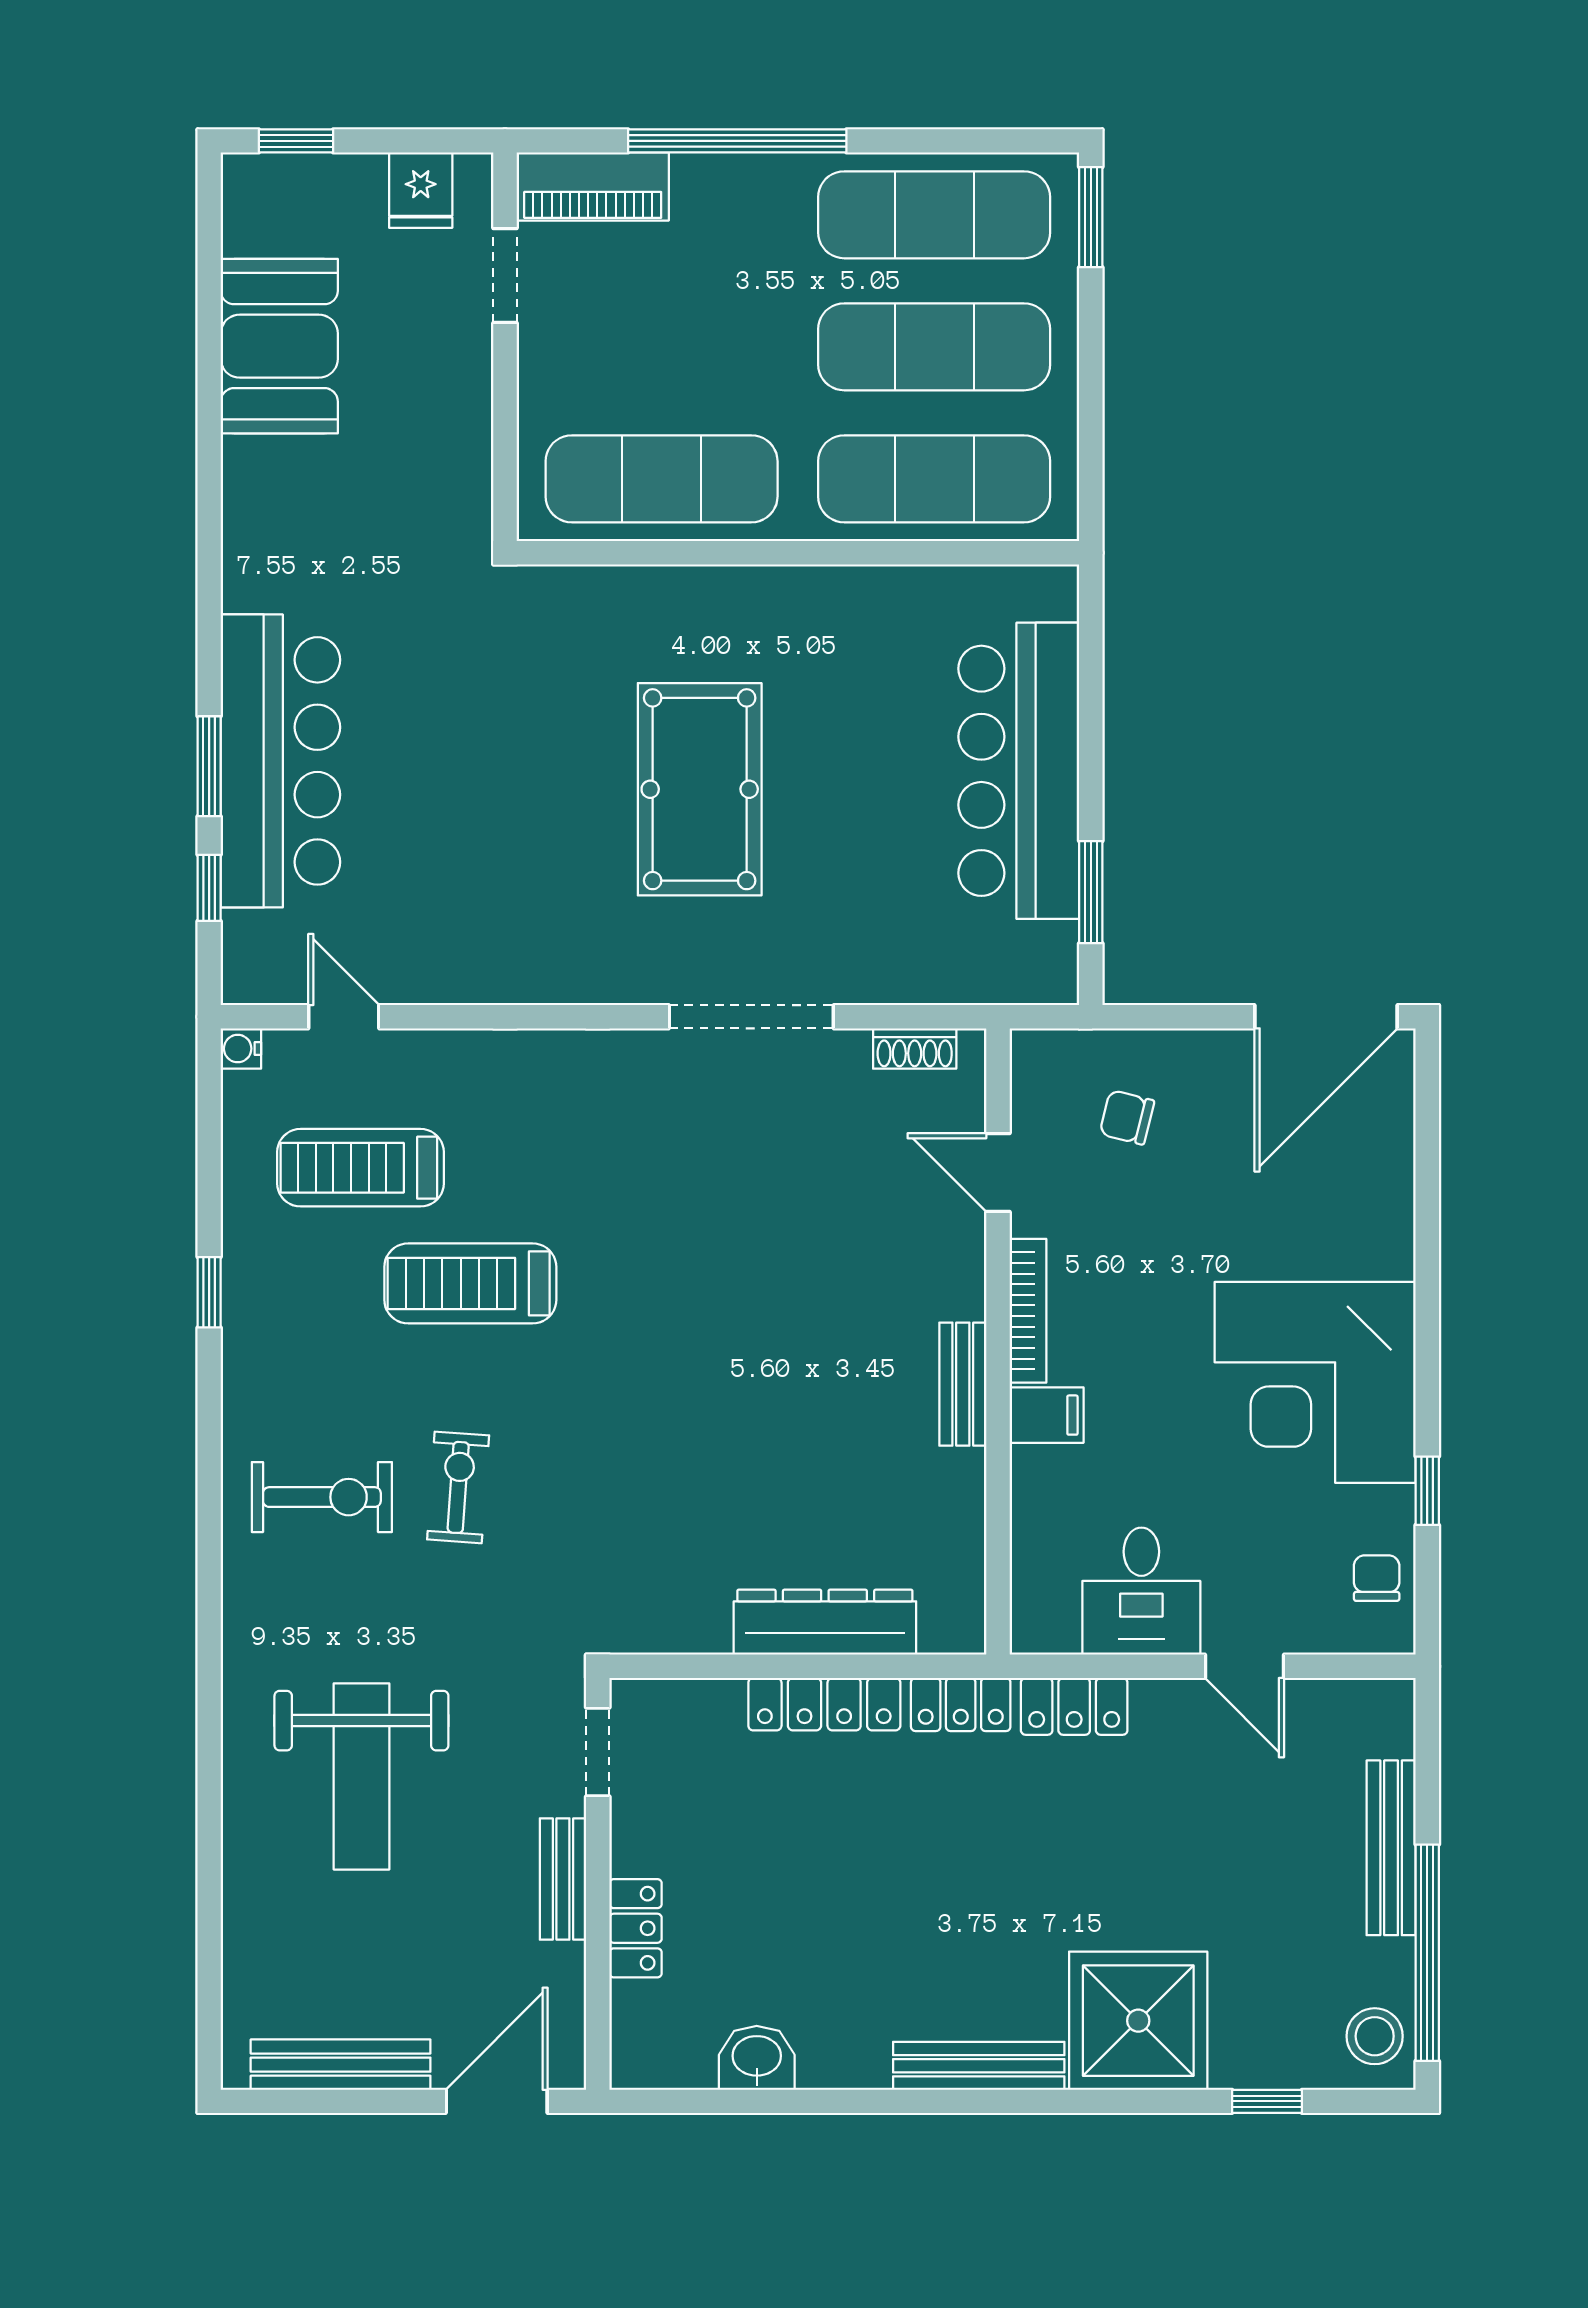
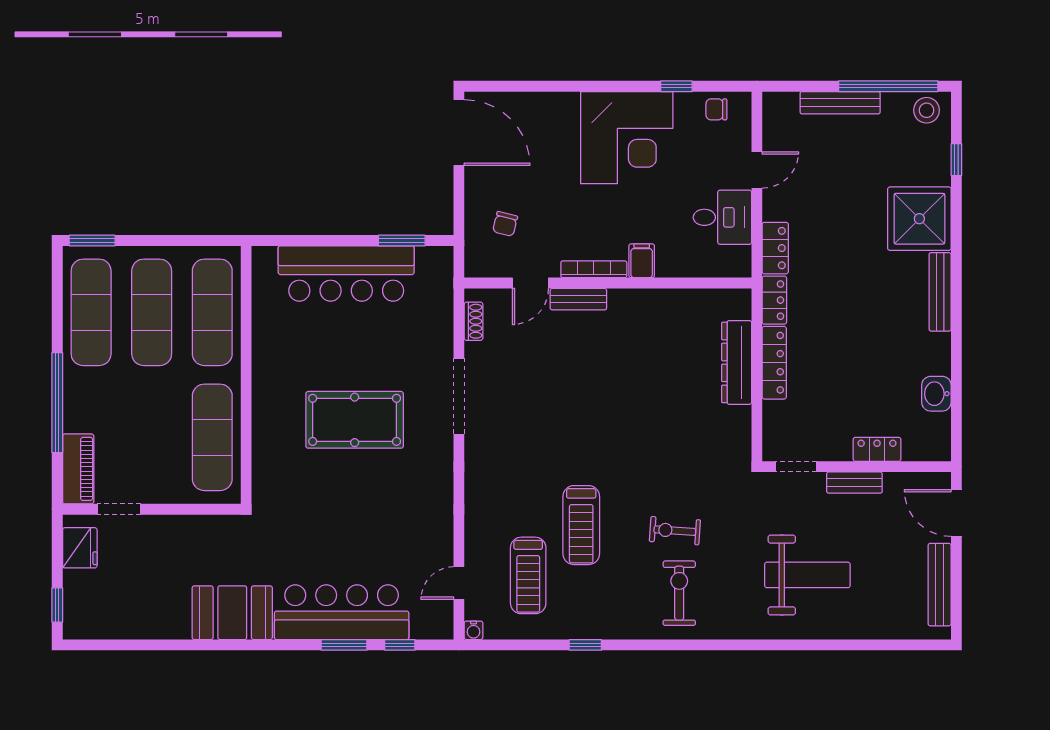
fridge: (421, 190) -> (80, 548), width x1.38
booth: (279, 346) -> (232, 613), moved
bench: (963, 1384) -> (578, 299), moved

